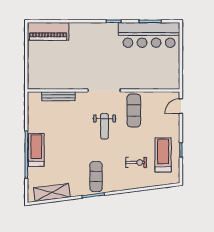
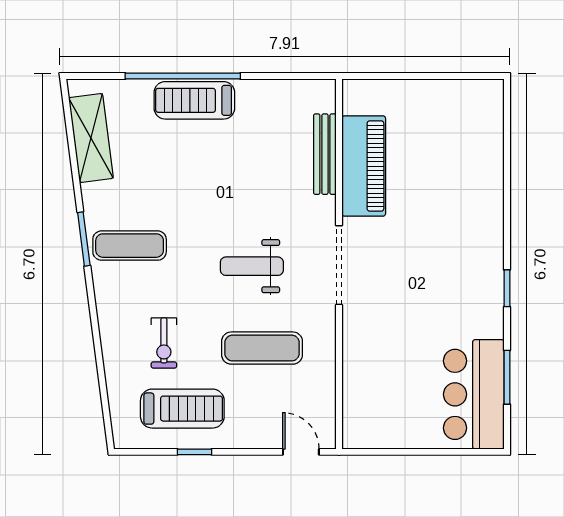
piano: (48, 31) -> (364, 166), moved, turned 180
bar counter: (149, 35) -> (474, 394), width x0.73
exercise mat: (134, 111) -> (262, 348), moved
treadmill: (36, 150) -> (194, 100), turned 180

